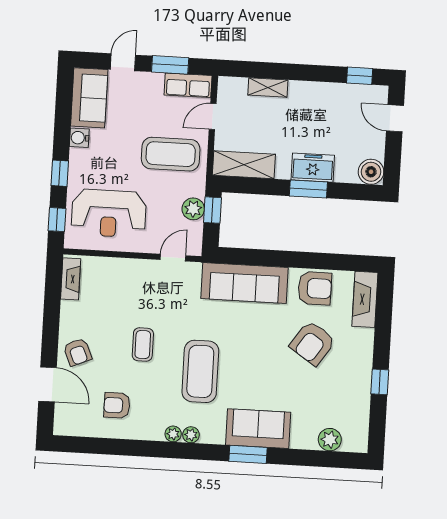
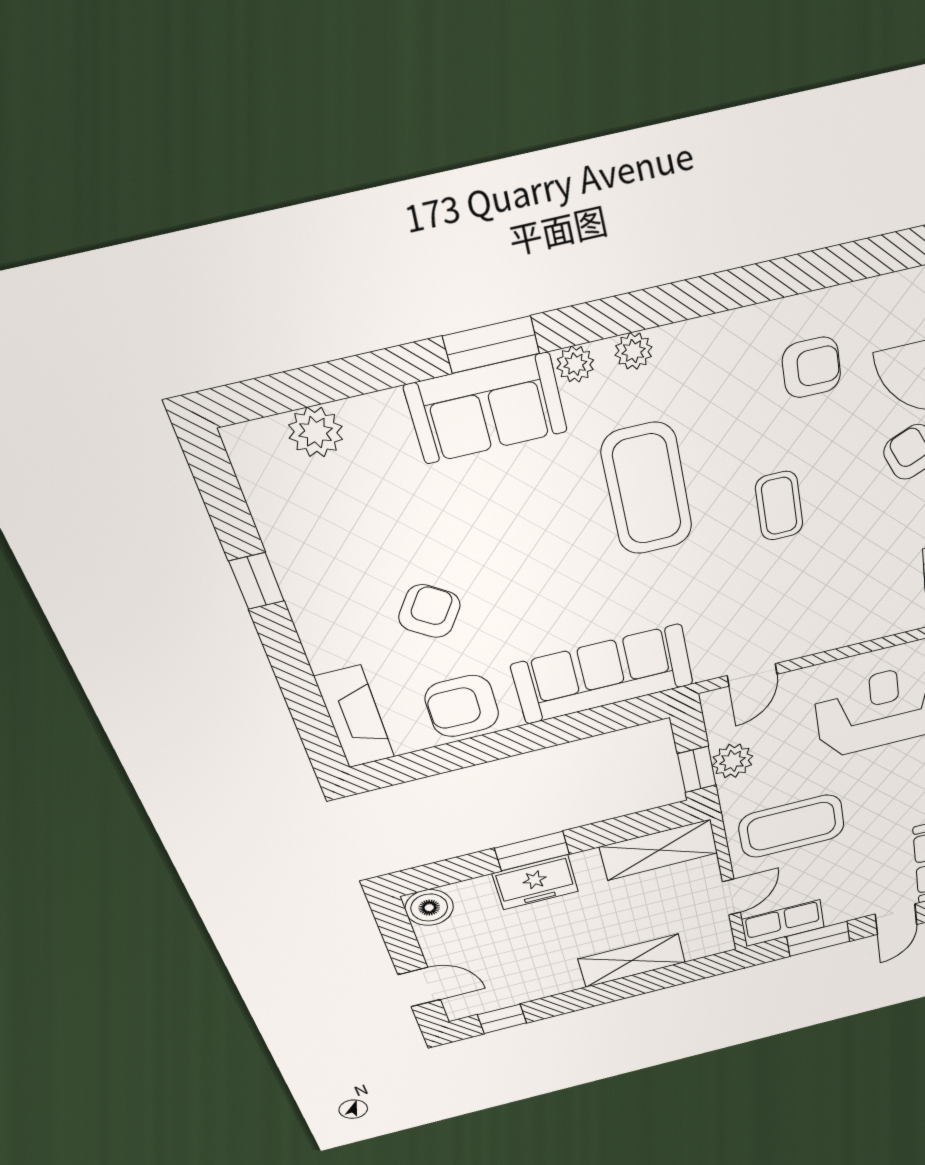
shelving: (268, 88) -> (632, 961), width x1.50, depth x1.33
armchair: (313, 343) -> (429, 611), width x0.72, depth x0.72
plant: (173, 434) -> (575, 364), moved

